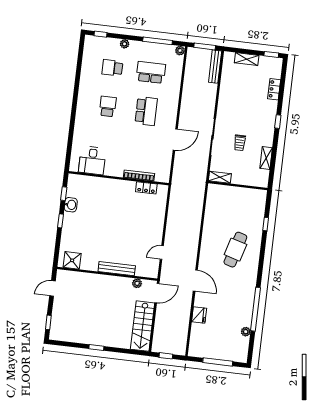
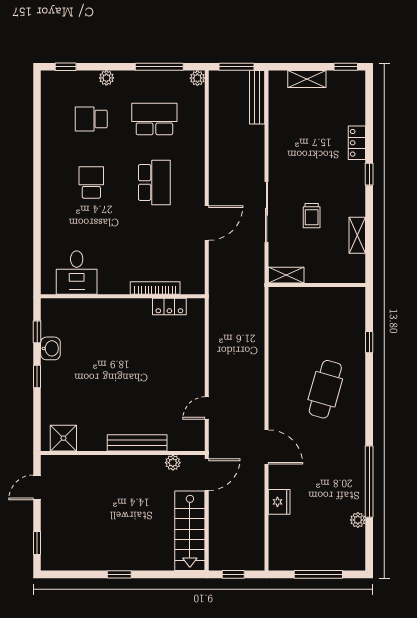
locker: (274, 89) -> (357, 143), moved

